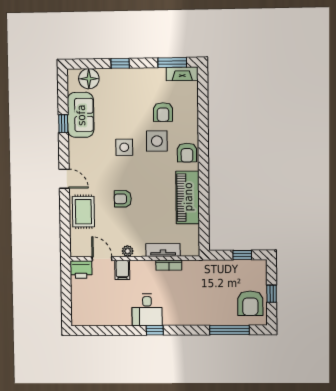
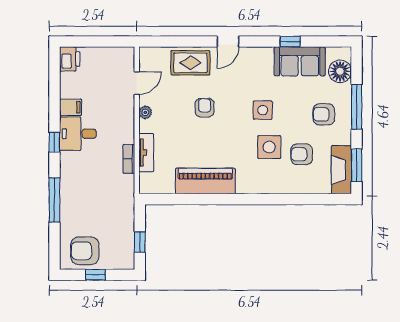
window: (120, 63) -> (357, 107), width x2.17
fireplace: (182, 74) -> (341, 170), width x1.37, depth x1.32
armchair: (187, 153) -> (324, 114), moved
printer: (81, 270) -> (70, 59), moved, turned 180
filing cabinet: (122, 270) -> (71, 107), moved, turned 180
window: (229, 330) -> (54, 200), moved

